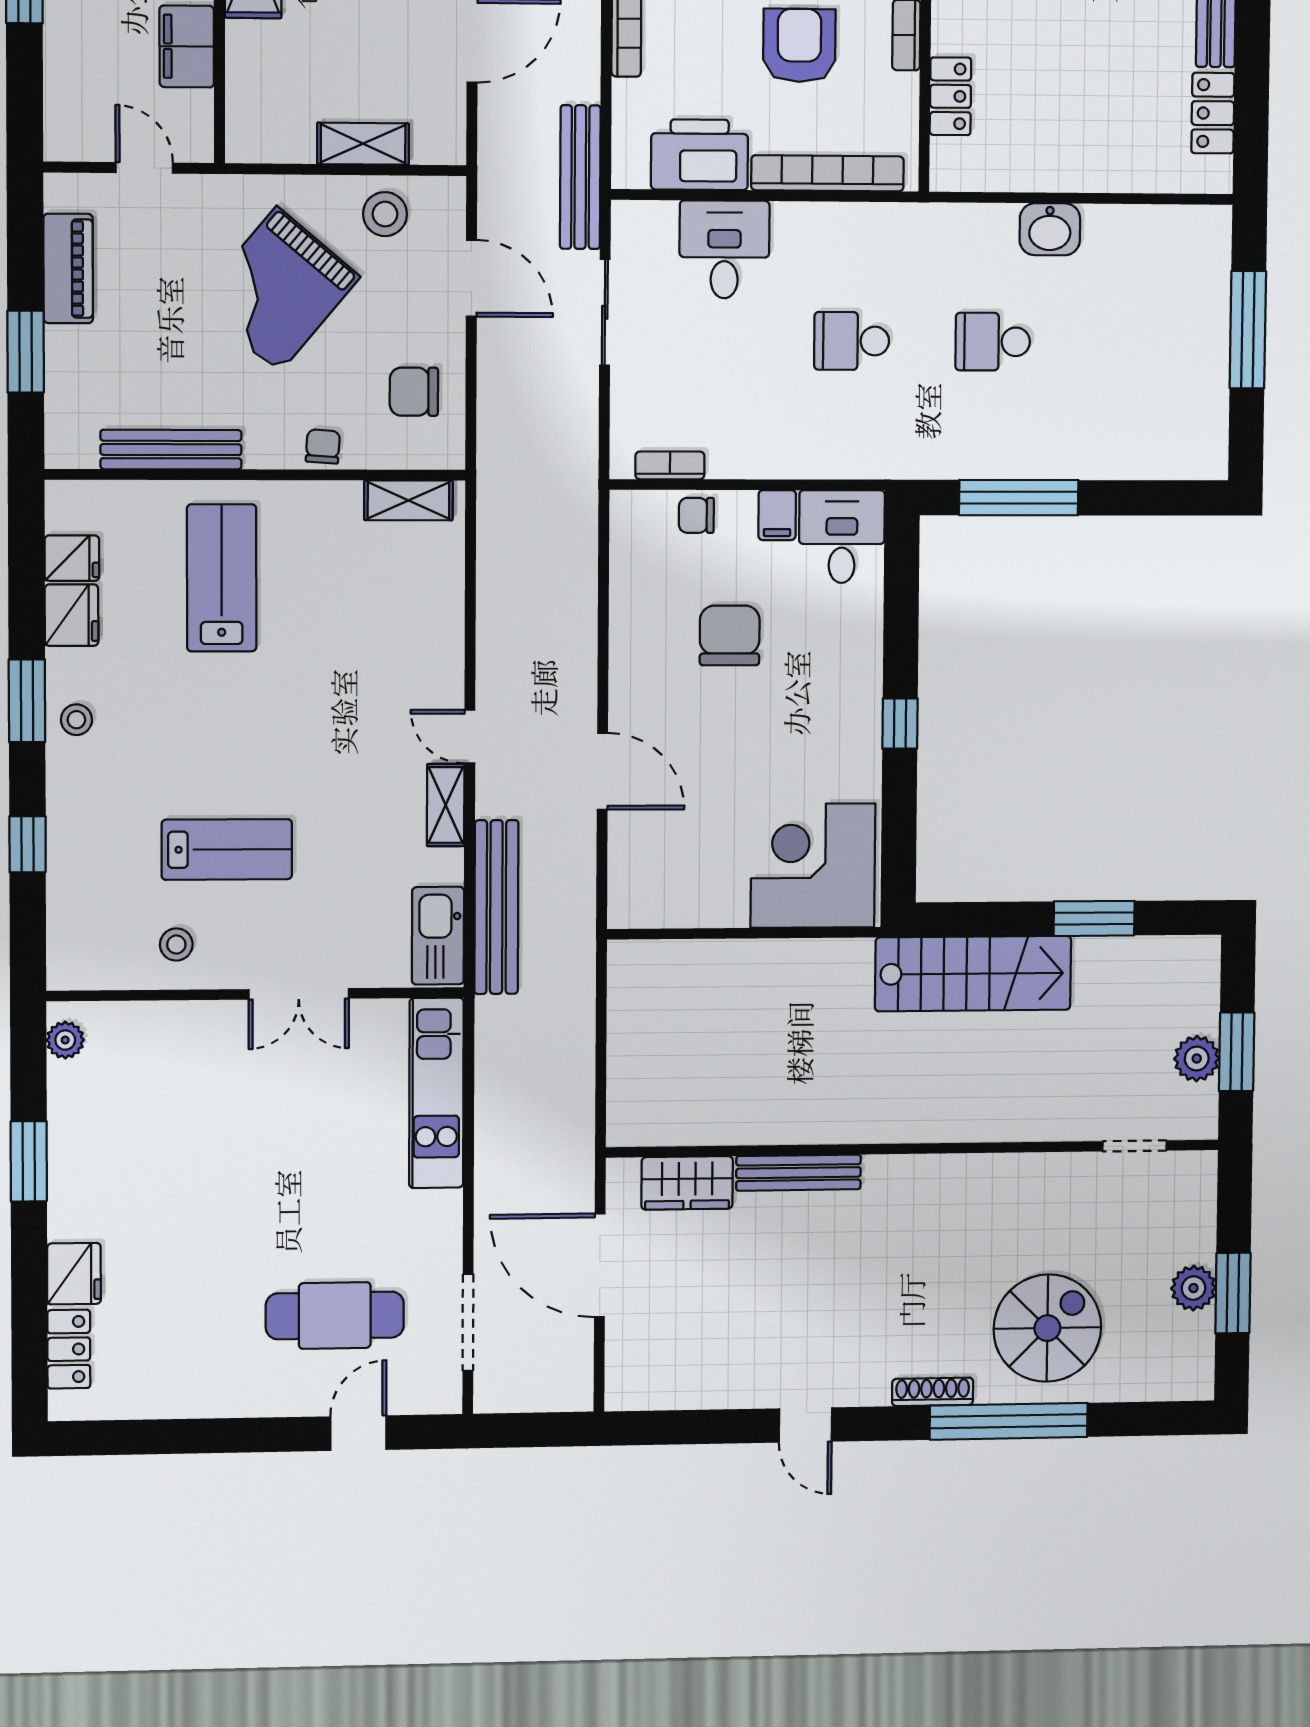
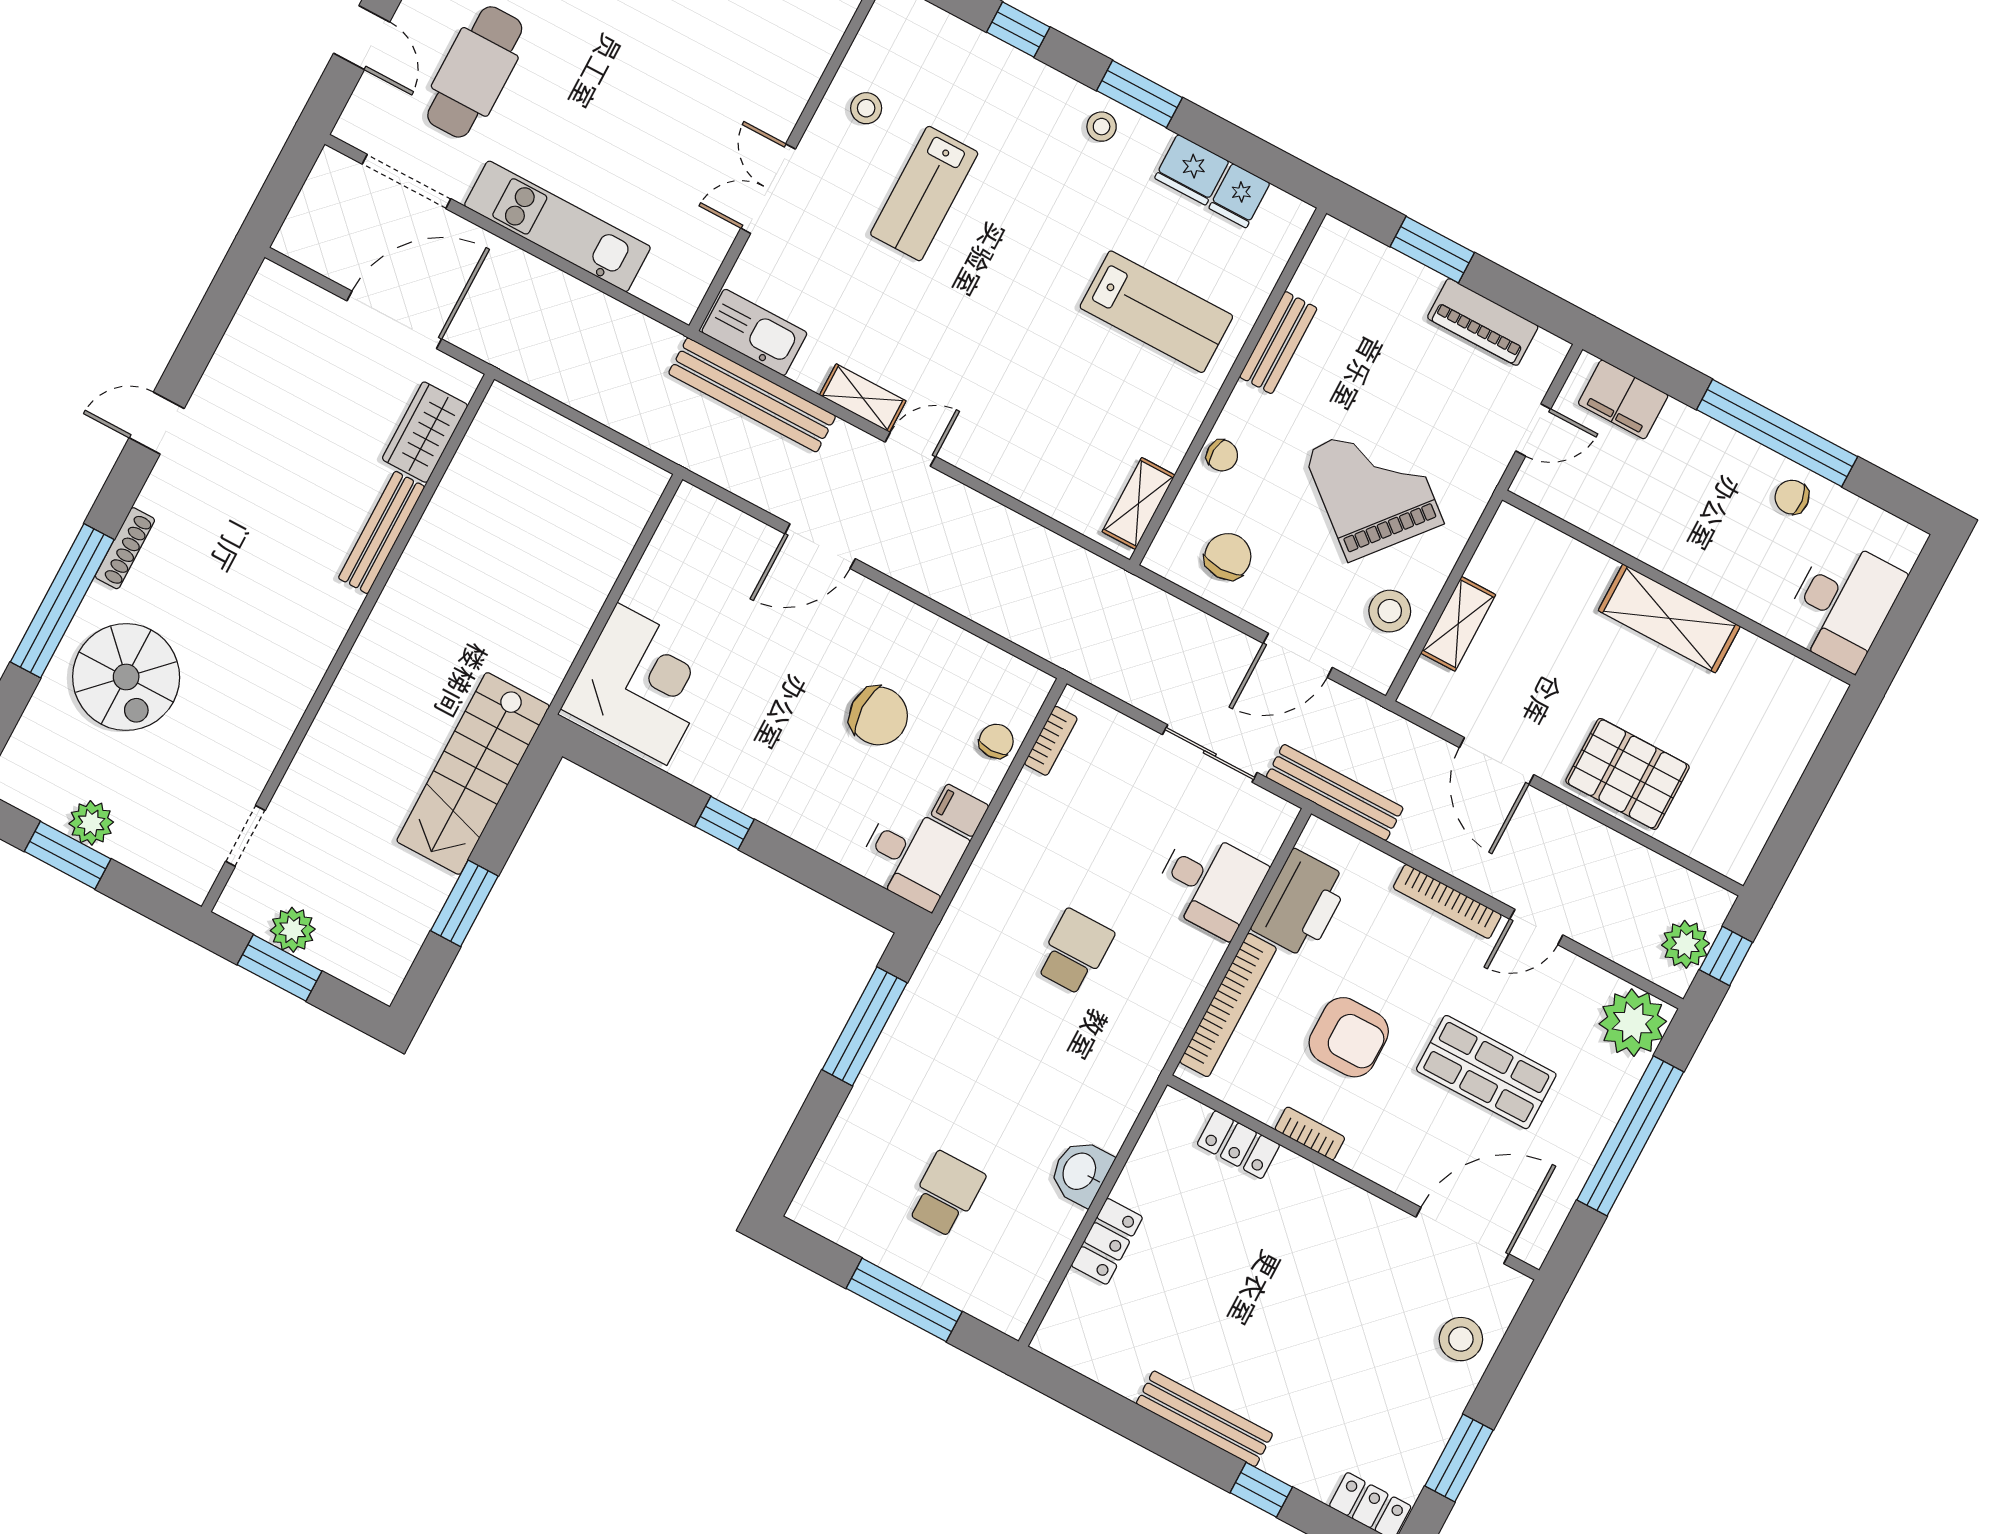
filing cabinet: (187, 46) -> (1623, 399), moved, turned 180
locker: (1213, 113) -> (1107, 1241), moved, turned 90
school desk: (993, 342) -> (946, 1194), moved
bench: (171, 450) -> (1278, 343), width x0.73
kitchen unit: (436, 1093) -> (557, 226), moved

